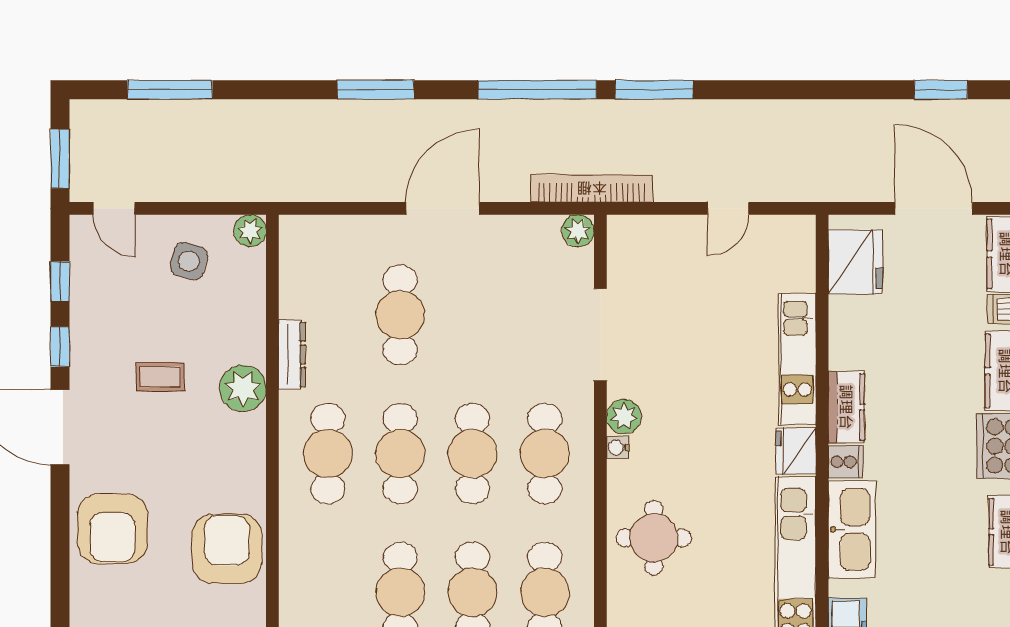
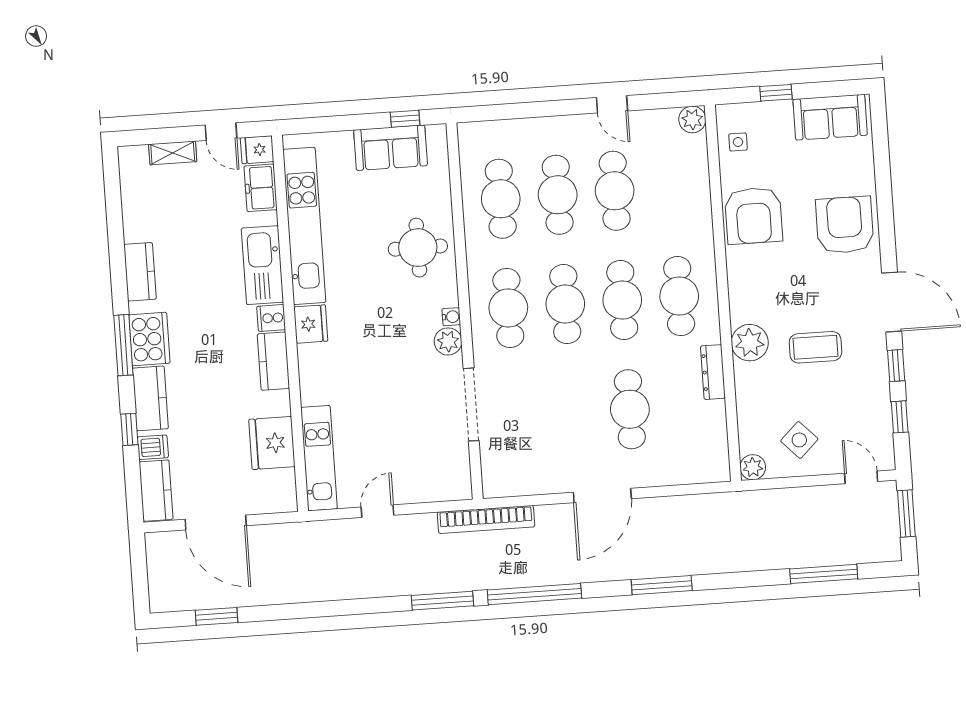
plant: (578, 231) -> (495, 485), removed
side table: (189, 261) -> (799, 440), turned 30
fridge: (856, 262) -> (272, 443), moved
kitchen unit: (797, 359) -> (319, 458), moved
coffee table: (160, 377) -> (815, 347), width x1.36, depth x1.30

